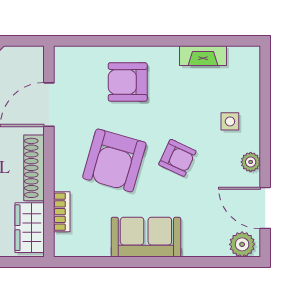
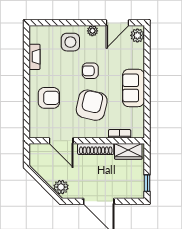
armchair: (128, 82) -> (49, 98), turned -90
side table: (230, 121) -> (70, 42), width x1.87, depth x1.87
armchair: (177, 158) -> (90, 71), turned -115
armchair: (114, 160) -> (92, 105), turned -93

